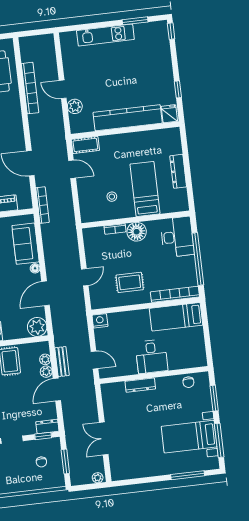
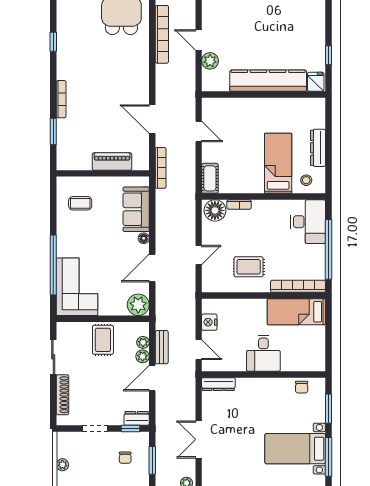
cot: (85, 145) -> (210, 178), moved, turned 90
stool: (112, 197) -> (306, 180), moved
floor lamp: (137, 232) -> (215, 210), moved
nightstand: (100, 321) -> (209, 322), moved, turned -90
dresser: (140, 385) -> (218, 384), moved

